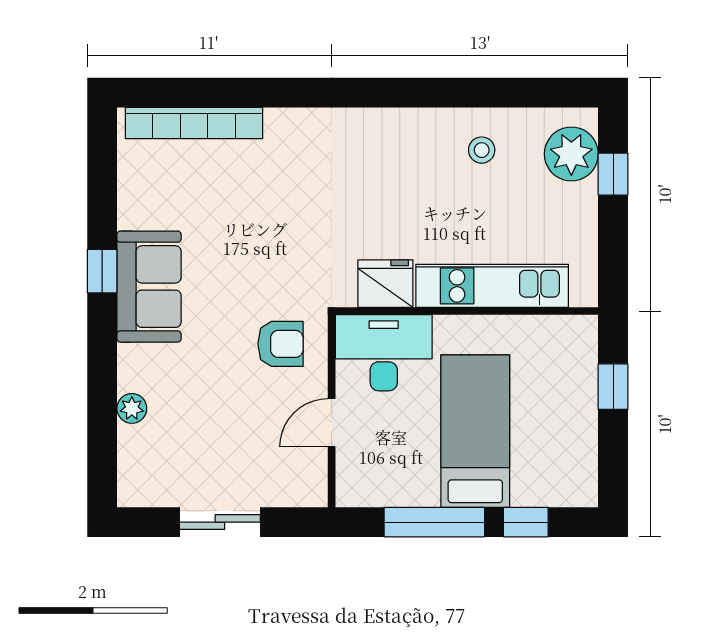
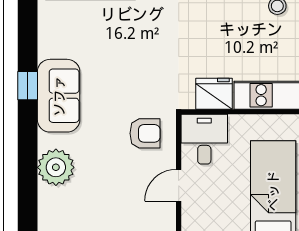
desk: (384, 353) -> (204, 139), width x0.73
plant: (132, 408) -> (56, 167), width x1.87, depth x1.87

